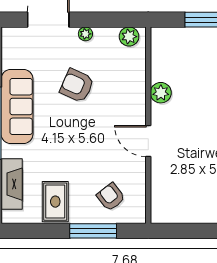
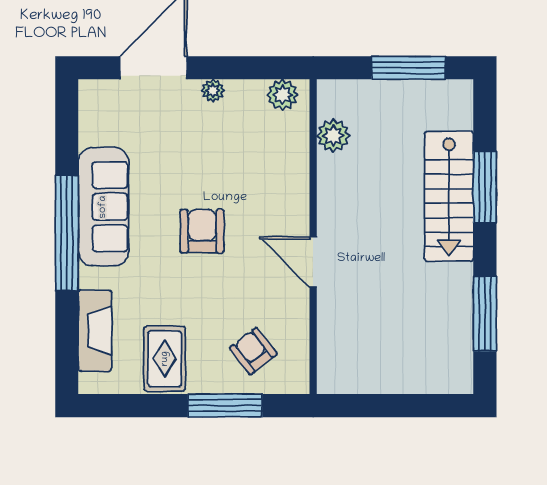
armchair: (77, 86) -> (202, 231), moved, turned 66
plant: (161, 93) -> (333, 136), moved

